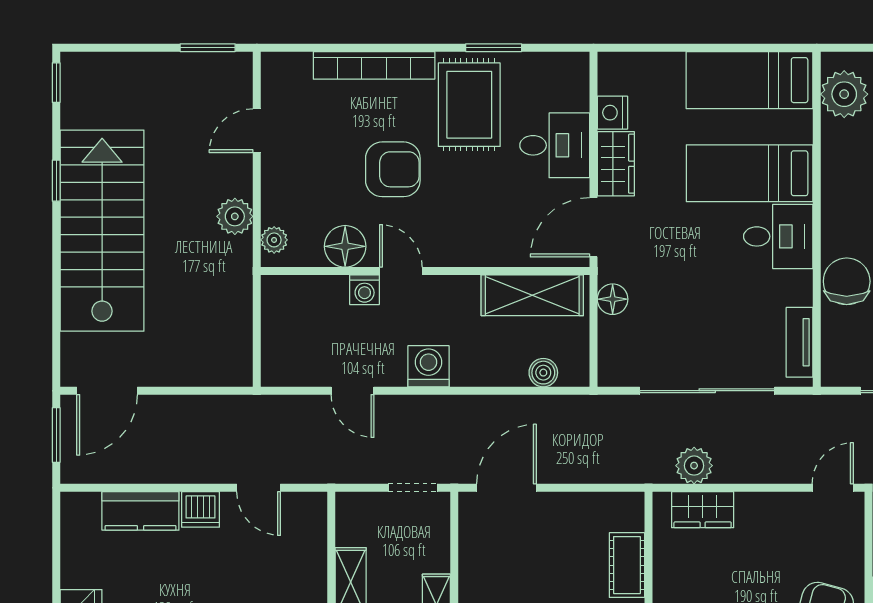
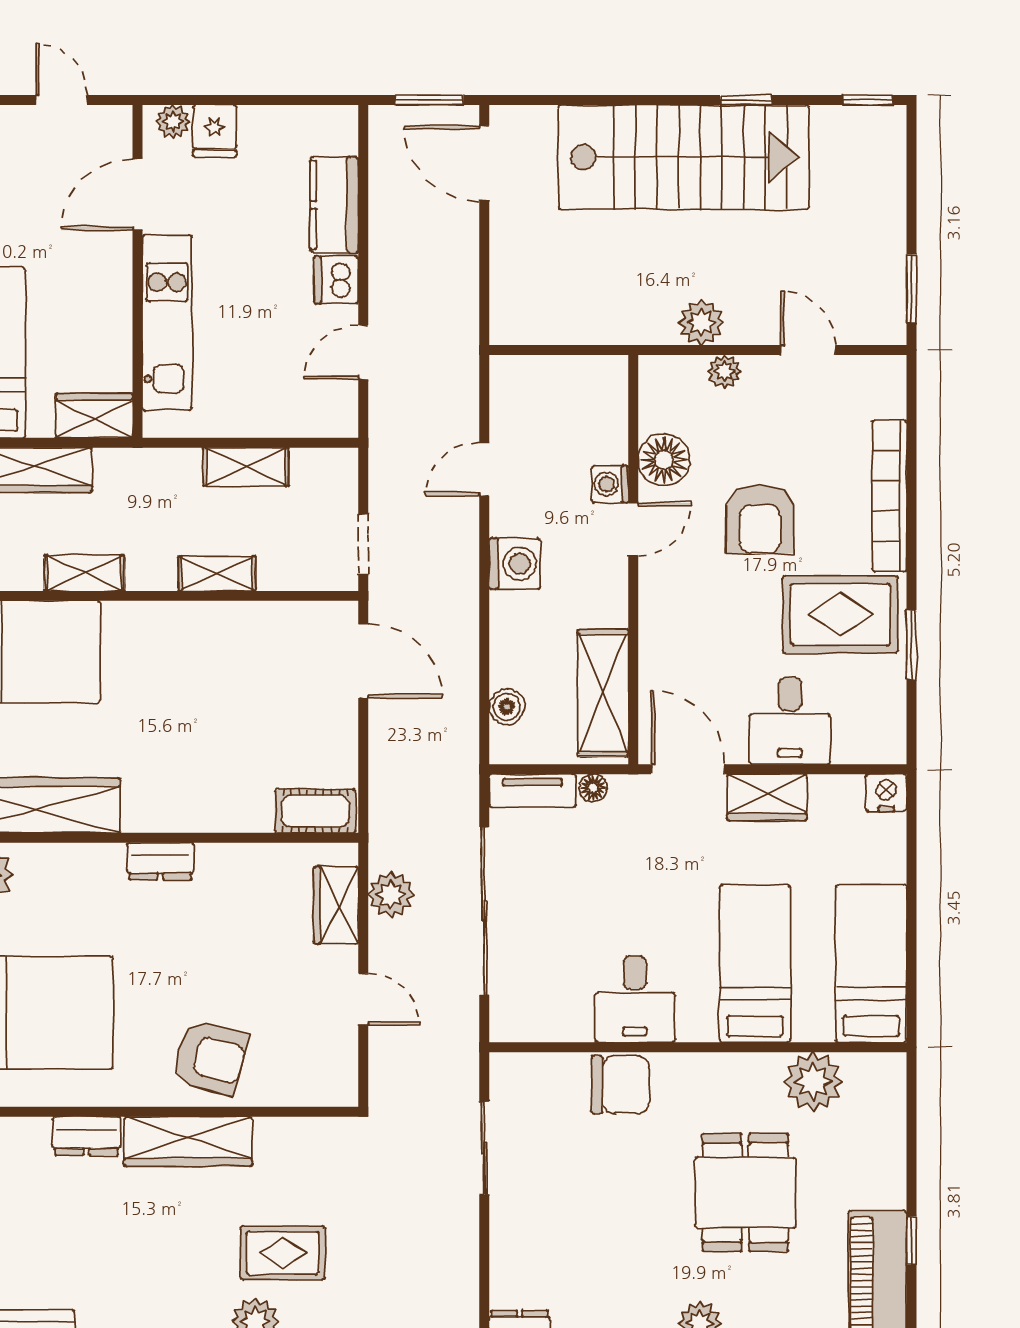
plant: (844, 94) -> (813, 1082), moved
nightstand: (612, 113) -> (886, 793), moved
desk: (778, 236) -> (635, 999), moved
plant: (274, 240) -> (724, 371), moved
floor lamp: (613, 299) -> (593, 788), width x0.73, depth x0.73
tv unit: (800, 342) -> (532, 791), moved, turned 180
door: (833, 488) -> (363, 999), moved
cot: (627, 565) -> (315, 811), moved

